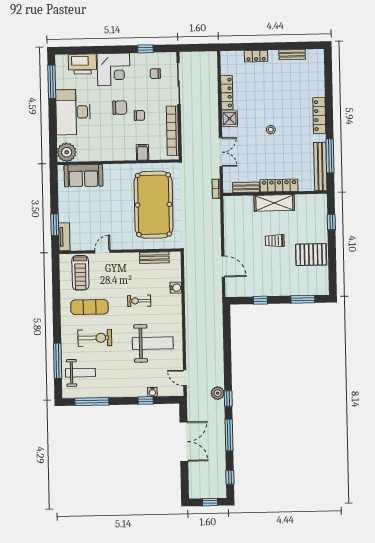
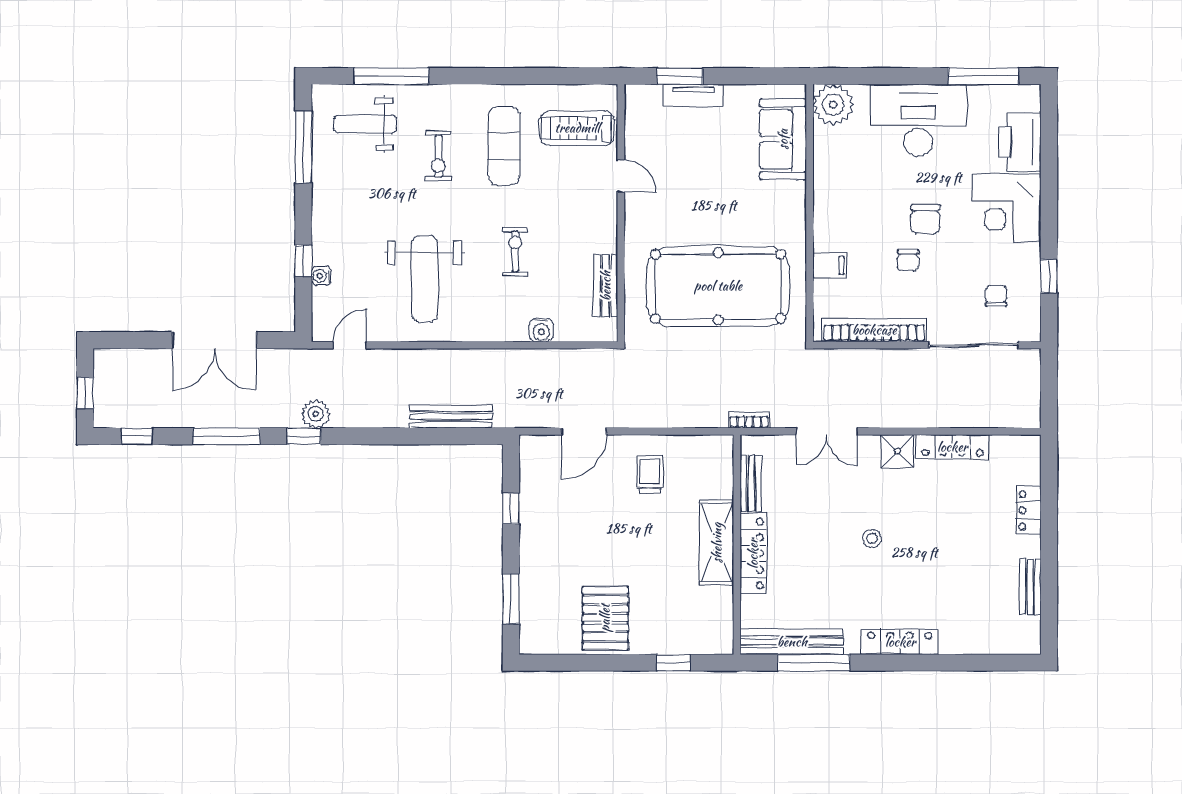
tv unit: (64, 237) -> (693, 96), moved
trolley: (275, 241) -> (650, 474), moved
bench: (217, 329) -> (451, 417), added
exercise bike: (95, 338) -> (438, 156), width x0.73, depth x0.72
weight bench: (80, 373) -> (365, 124), turned 90

